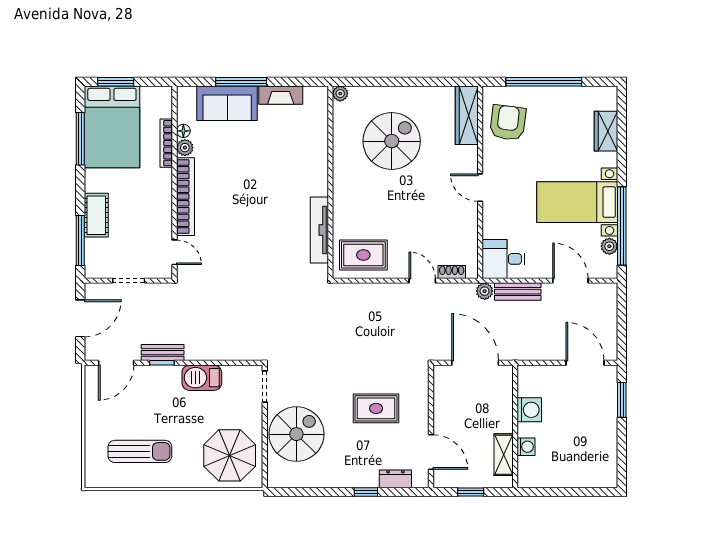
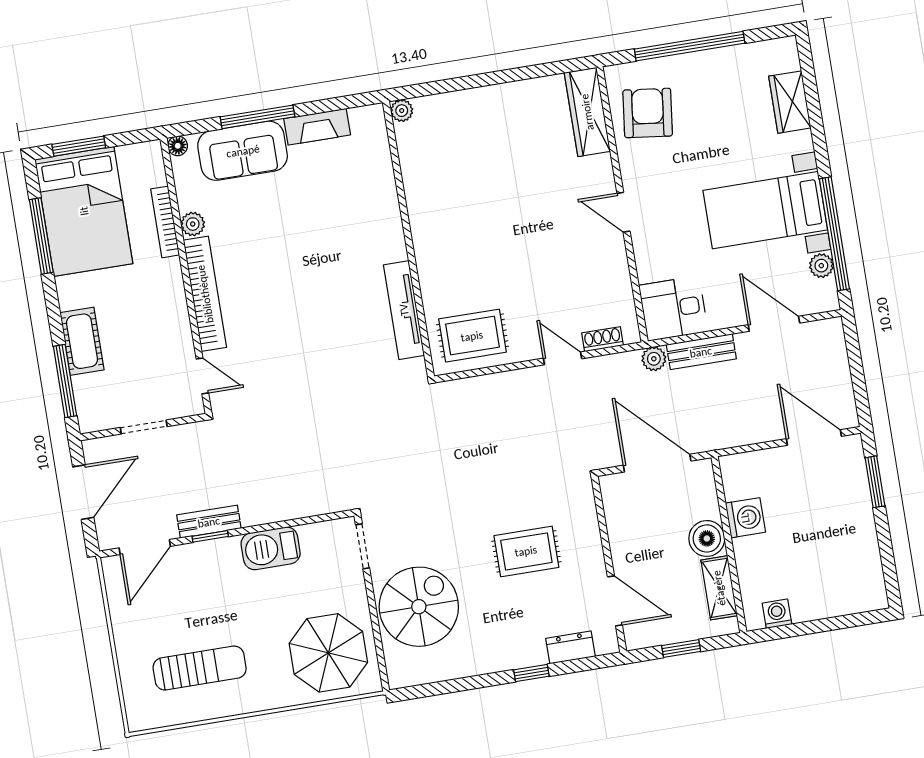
floor lamp: (183, 131) -> (178, 146), moved
spiral stairs: (392, 141) -> (486, 166), removed
boiler: (501, 420) -> (707, 538), added
washing machine: (526, 447) -> (777, 614), moved, turned -90

